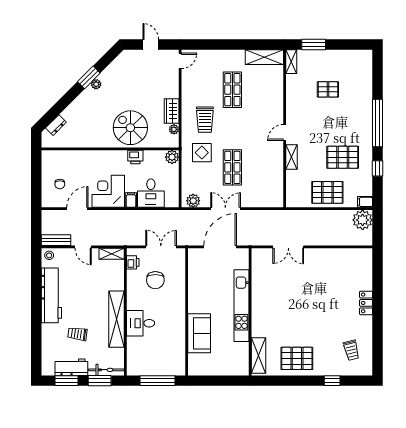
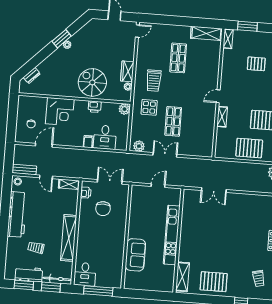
corner desk: (108, 191) -> (60, 112), moved, turned 180
door: (220, 247) -> (158, 186), width x0.53
desk: (141, 323) -> (85, 274), moved, turned -90

